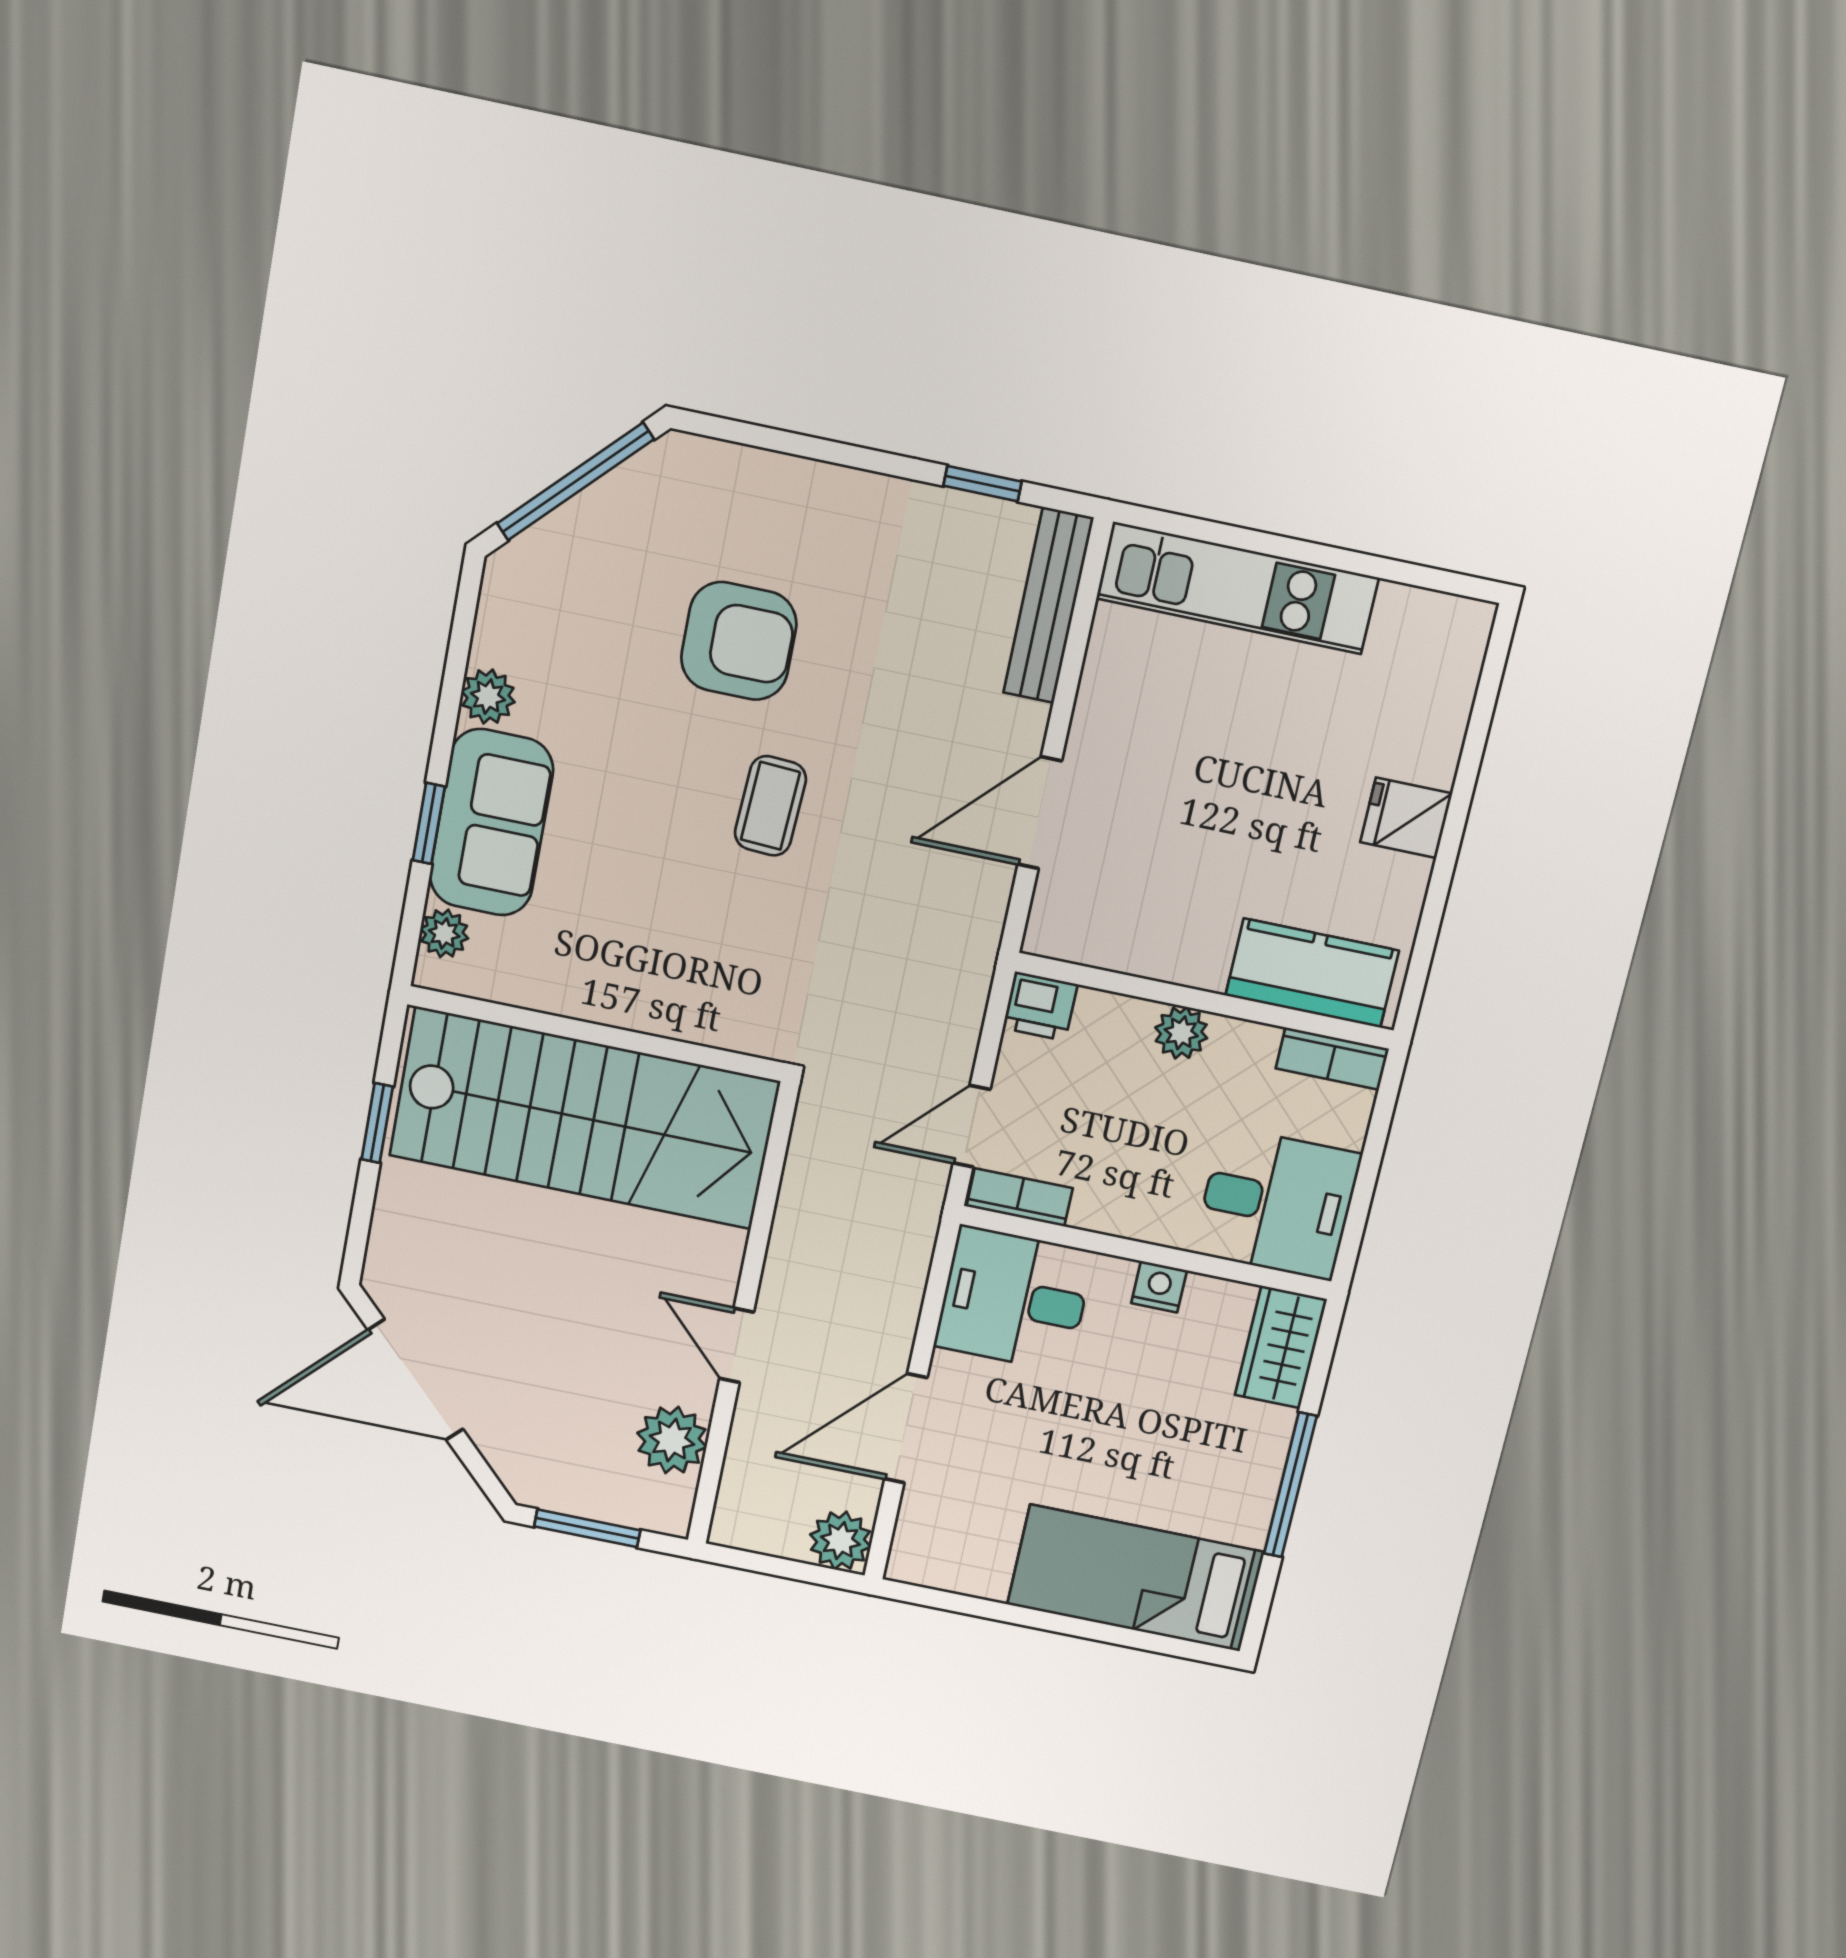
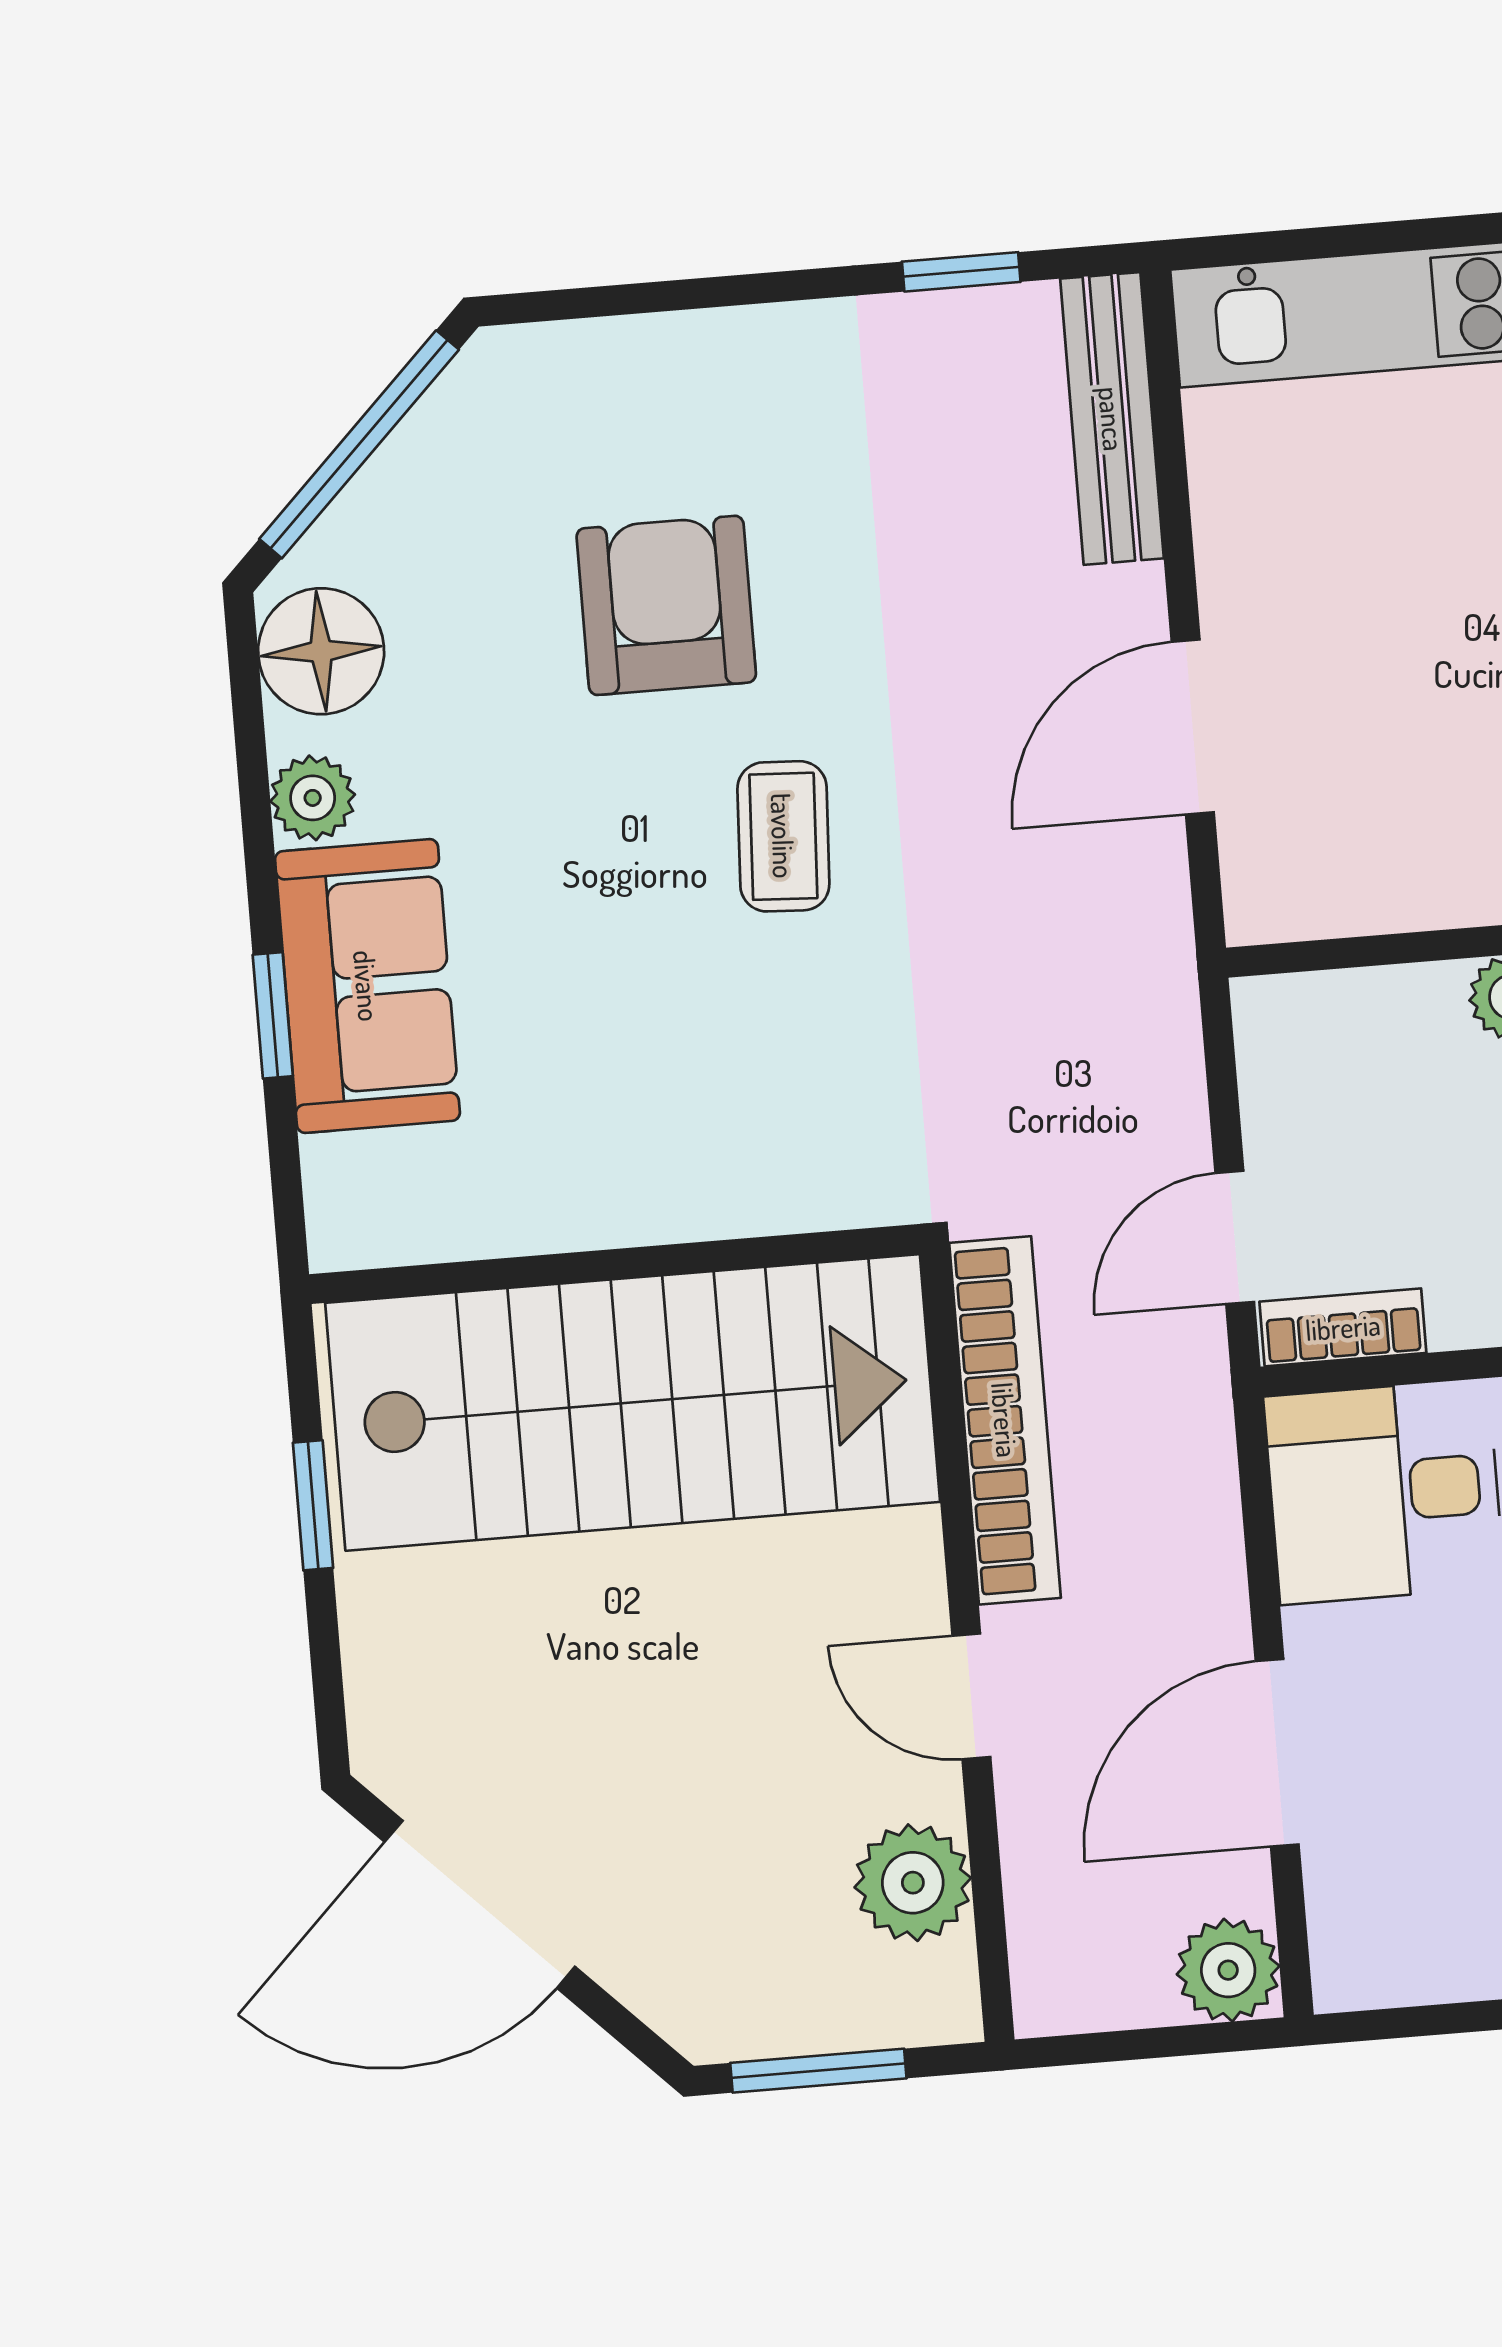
floor lamp: (517, 606) -> (321, 651), added
armchair: (739, 641) -> (666, 605), turned -90
plant: (444, 933) -> (340, 1177), removed
printer: (1040, 1006) -> (1283, 1020), removed
bookcase: (803, 1193) -> (1005, 1420), added

